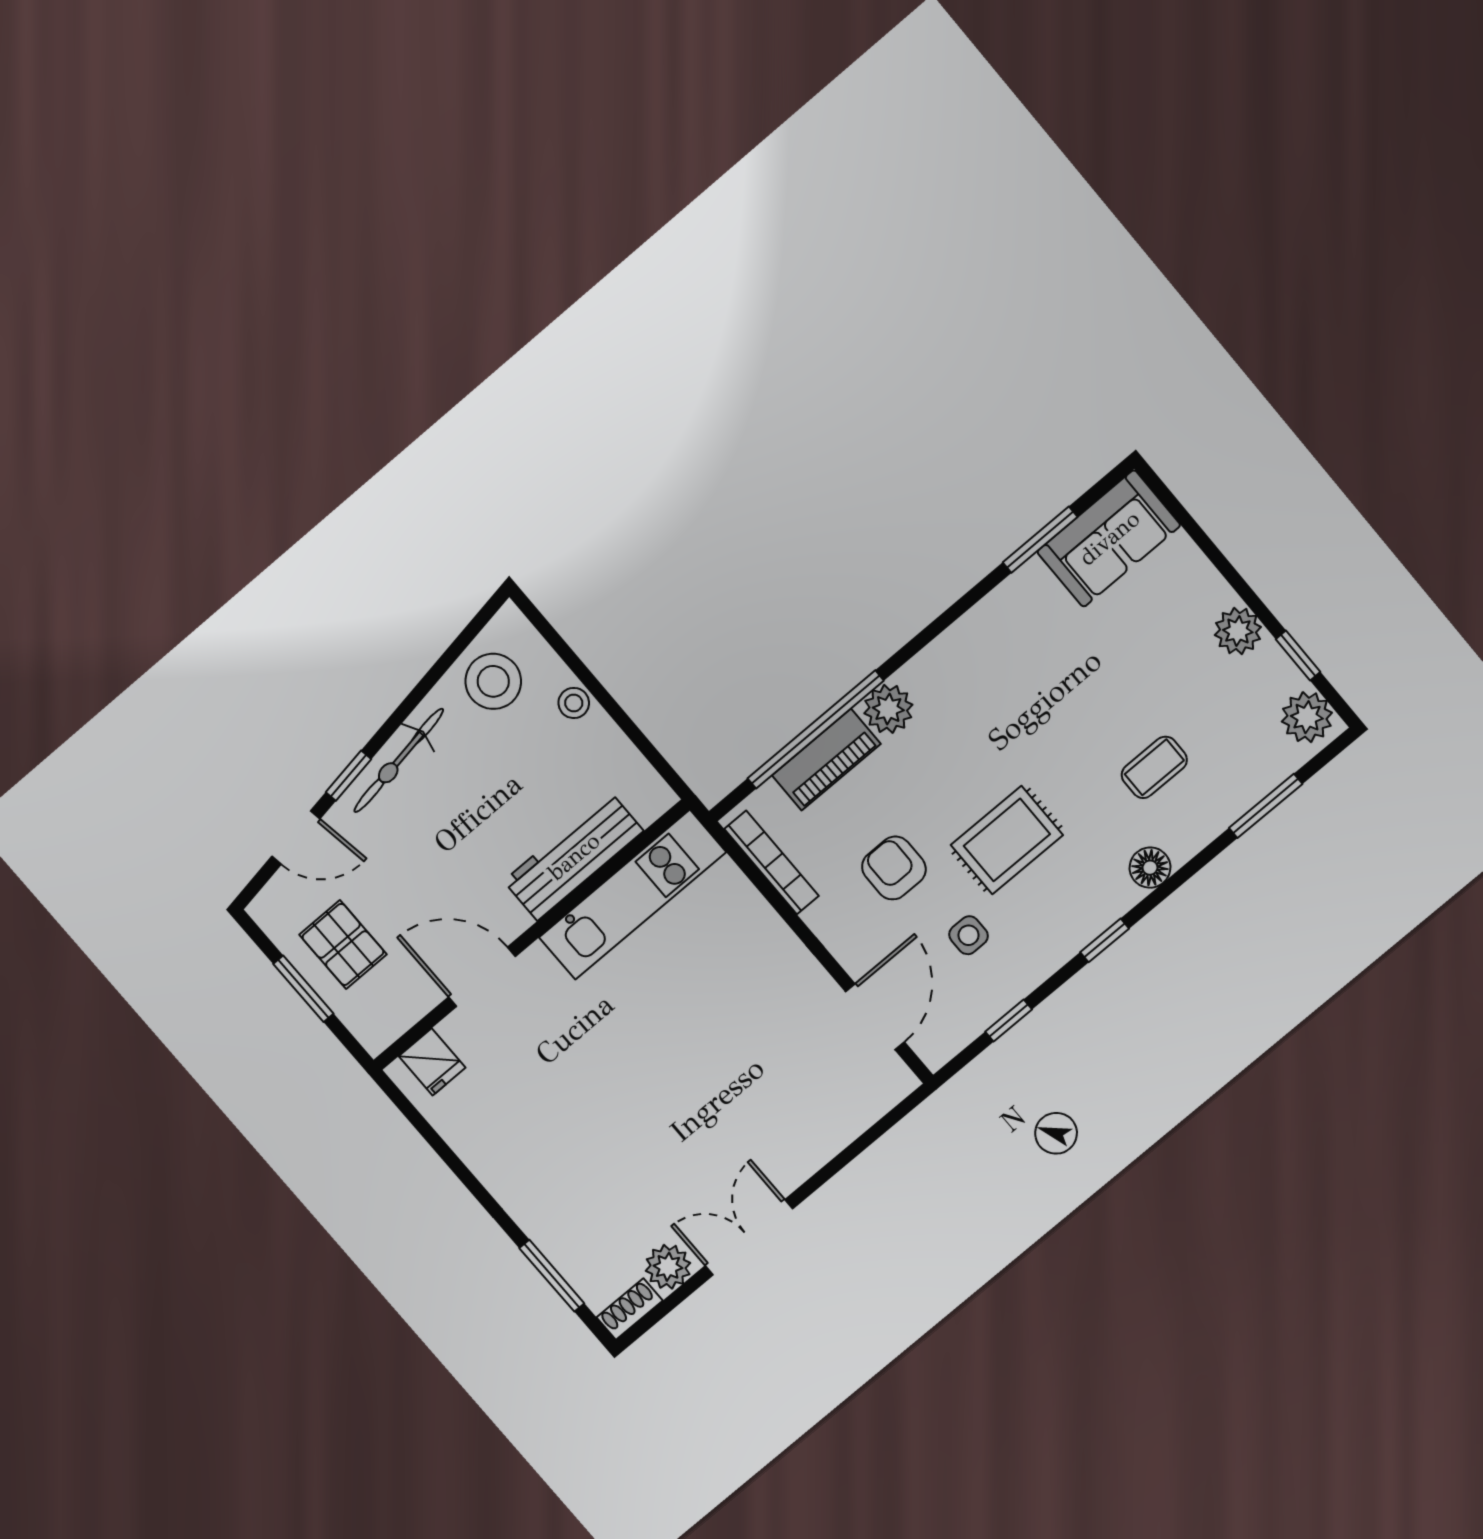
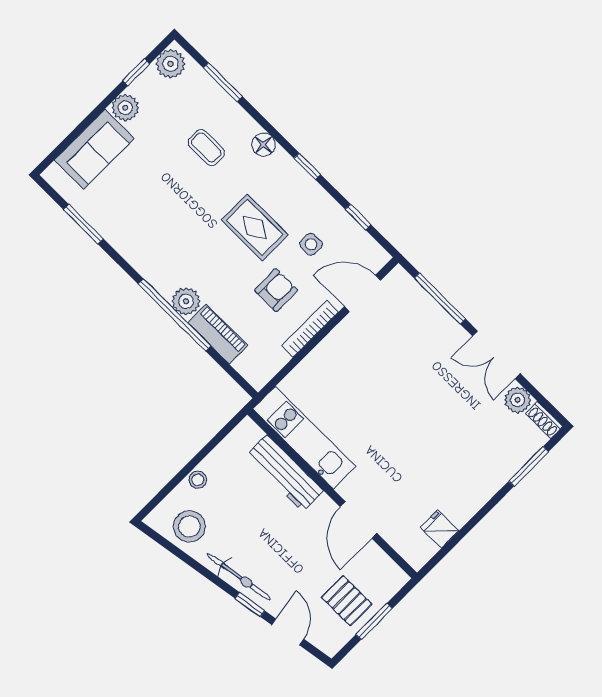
sofa: (1109, 538) -> (94, 149), moved, turned 90
window: (816, 730) -> (174, 315), moved
bookcase: (772, 862) -> (310, 329), moved
armchair: (894, 868) -> (276, 290), turned 180
pallet: (343, 944) -> (347, 601), turned 90
fridge: (432, 1062) -> (440, 529), moved, turned -90
window: (855, 1149) -> (440, 299), added

